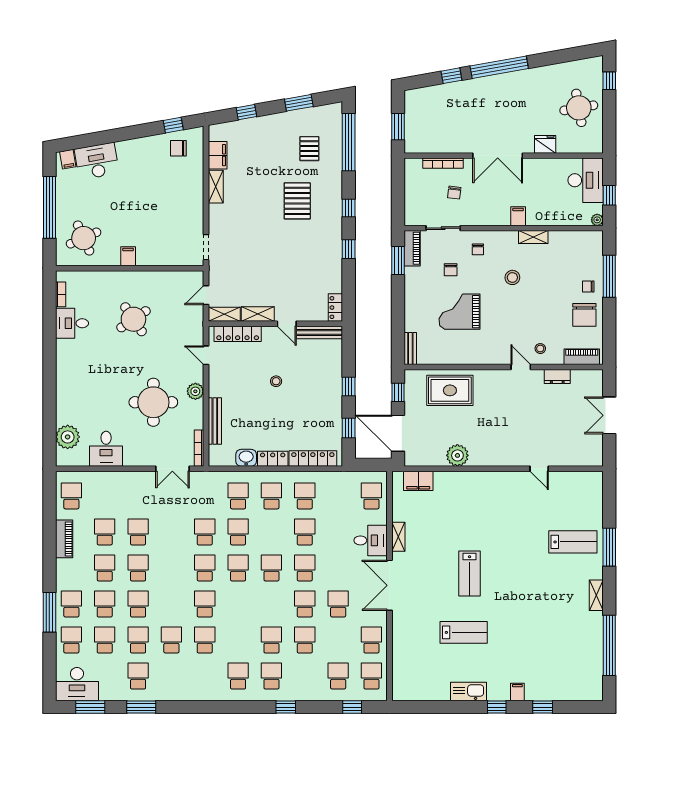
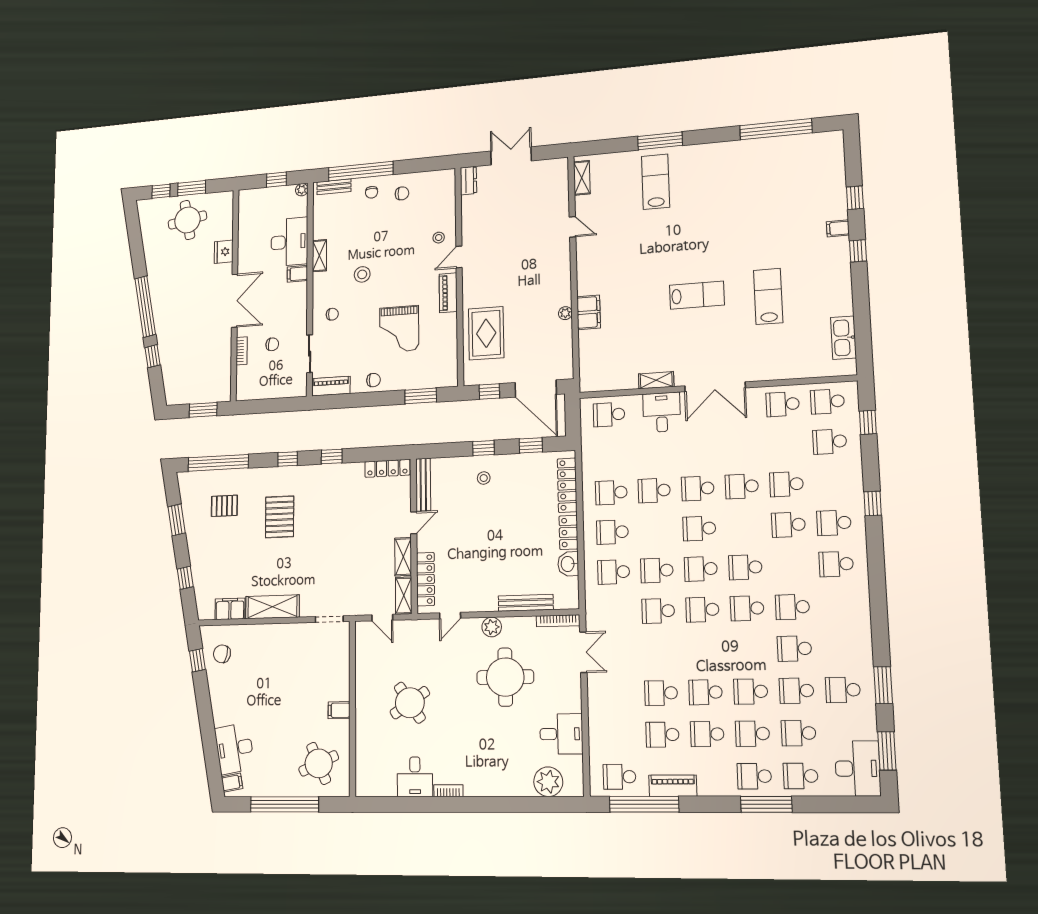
window: (609, 111) -> (192, 188), added
chair: (178, 148) -> (222, 654), turned 103
bookcase: (443, 163) -> (242, 351), width x0.64
desk: (586, 180) -> (289, 242), moved, turned 90
shelving: (216, 187) -> (272, 607), width x1.50, depth x1.33
pallet: (297, 201) -> (280, 517), turned 90
window: (398, 261) -> (421, 396), moved
chair: (451, 270) -> (373, 380), moved
window: (609, 276) -> (361, 171), width x1.46
bookcase: (61, 294) -> (448, 791), moved
locker: (335, 308) -> (387, 468), width x1.53
chair: (584, 315) -> (402, 193), width x0.54, depth x0.54
bench: (410, 349) -> (334, 187), moved
piano: (582, 357) -> (448, 293), moved
dresser: (557, 376) -> (469, 181), moved
stool: (276, 381) -> (484, 478), moved
double door: (609, 415) -> (511, 156), swing flipped
door: (398, 433) -> (536, 388), hinge flipped
plant: (457, 455) -> (565, 313), width x0.53, depth x0.53
door: (539, 469) -> (573, 227), hinge flipped
filing cabinet: (418, 481) -> (589, 312), moved
window: (49, 515) -> (644, 804), added
shelving: (596, 595) -> (582, 178), moved, turned 90
school desk: (338, 604) -> (745, 567), moved
kitchen sink: (468, 691) -> (843, 338), moved

